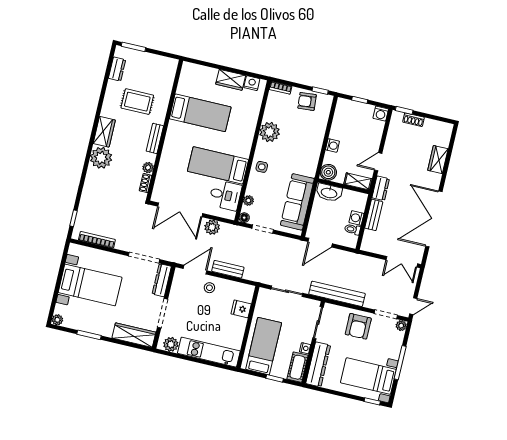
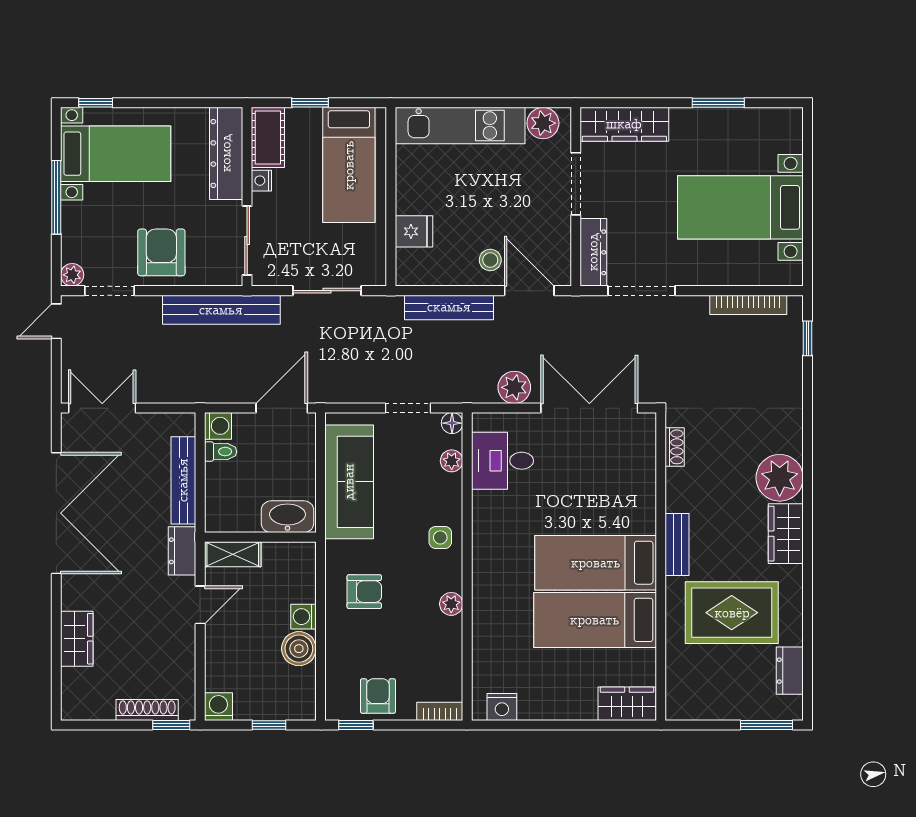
wardrobe: (231, 80) -> (627, 704), moved
armchair: (307, 101) -> (378, 696), turned -85
rug: (137, 102) -> (732, 613), width x1.36, depth x1.43
shoe rack: (413, 120) -> (147, 710), width x1.43
plant: (270, 132) -> (451, 604), width x0.53, depth x0.53
armchair: (302, 150) -> (364, 592), added
bed: (218, 165) -> (596, 563), moved, turned 180
plant: (148, 168) -> (677, 480), removed
boiler: (328, 172) -> (299, 649), moved
bench: (374, 215) -> (183, 480), width x1.36
washing machine: (356, 218) -> (218, 426), moved
bench: (228, 269) -> (449, 307), width x1.36
door: (195, 270) -> (529, 291), swing flipped
plant: (57, 320) -> (791, 119), removed

